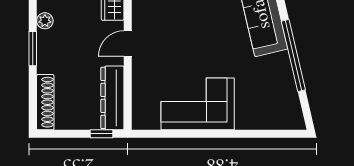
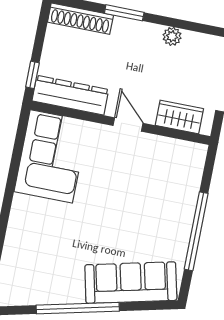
window: (33, 49) -> (124, 13), moved
corner sofa: (198, 104) -> (51, 156), moved

